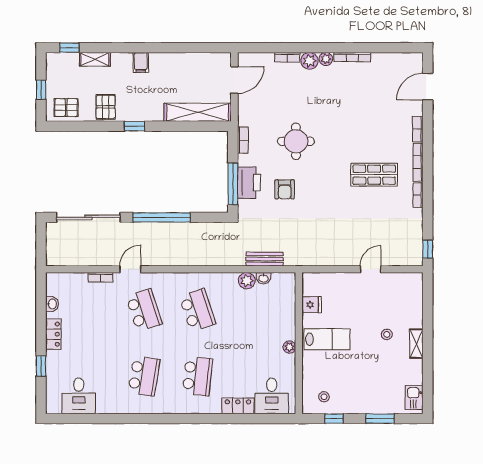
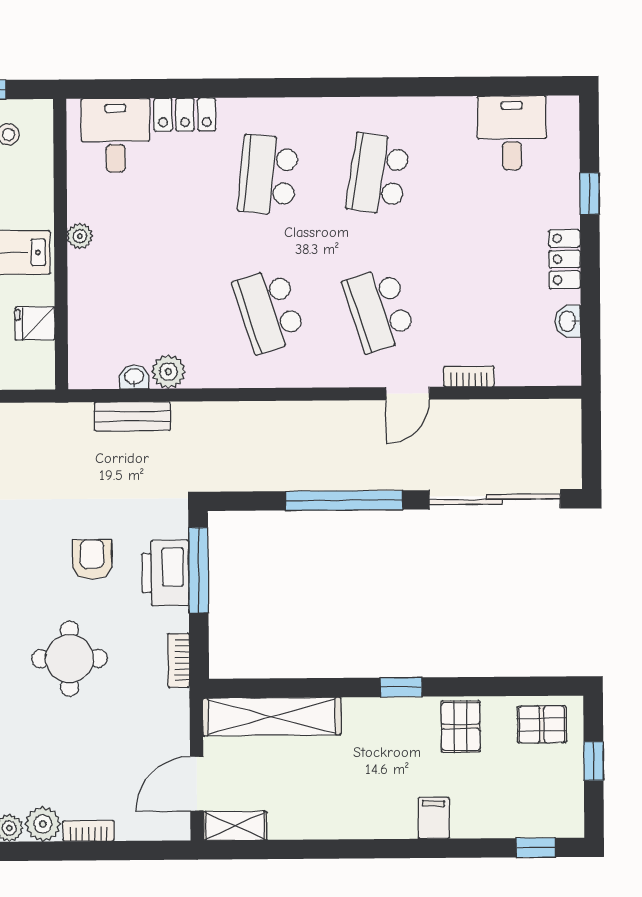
shelving: (95, 59) -> (235, 826), moved
filing cabinet: (141, 62) -> (434, 818), moved

